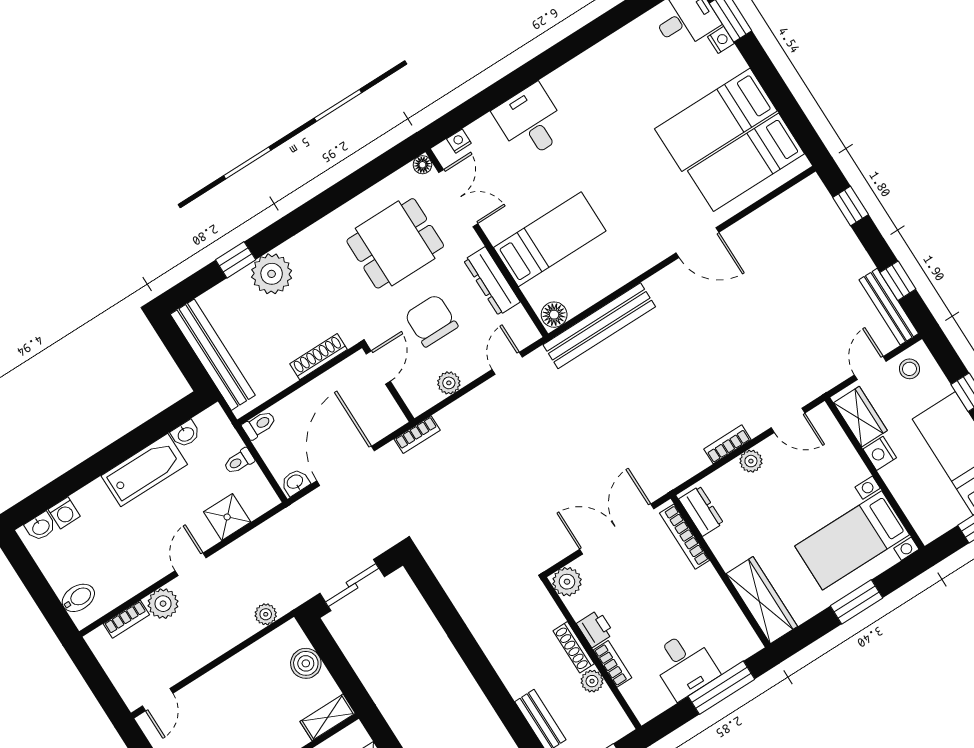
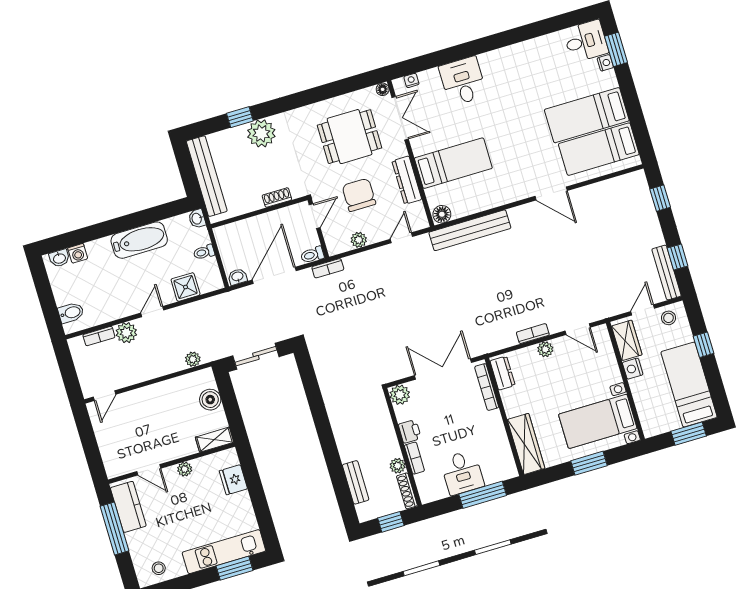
shoe rack: (319, 357) -> (277, 198), width x0.70
toilet: (259, 425) -> (312, 255), moved, turned 180
washbasin: (186, 434) -> (197, 219), moved, turned 90
shoe rack: (574, 647) -> (407, 491), moved

